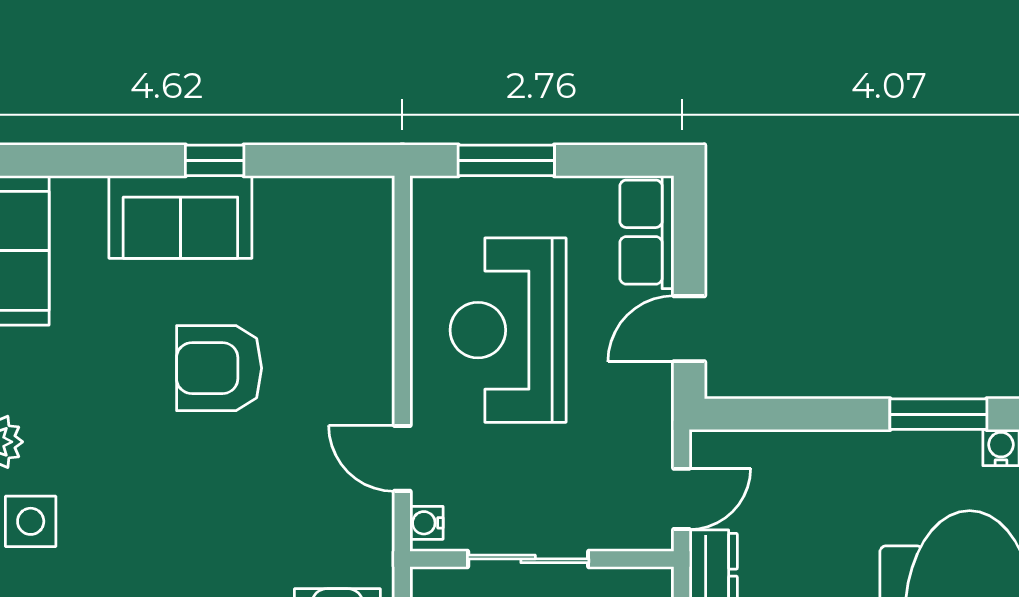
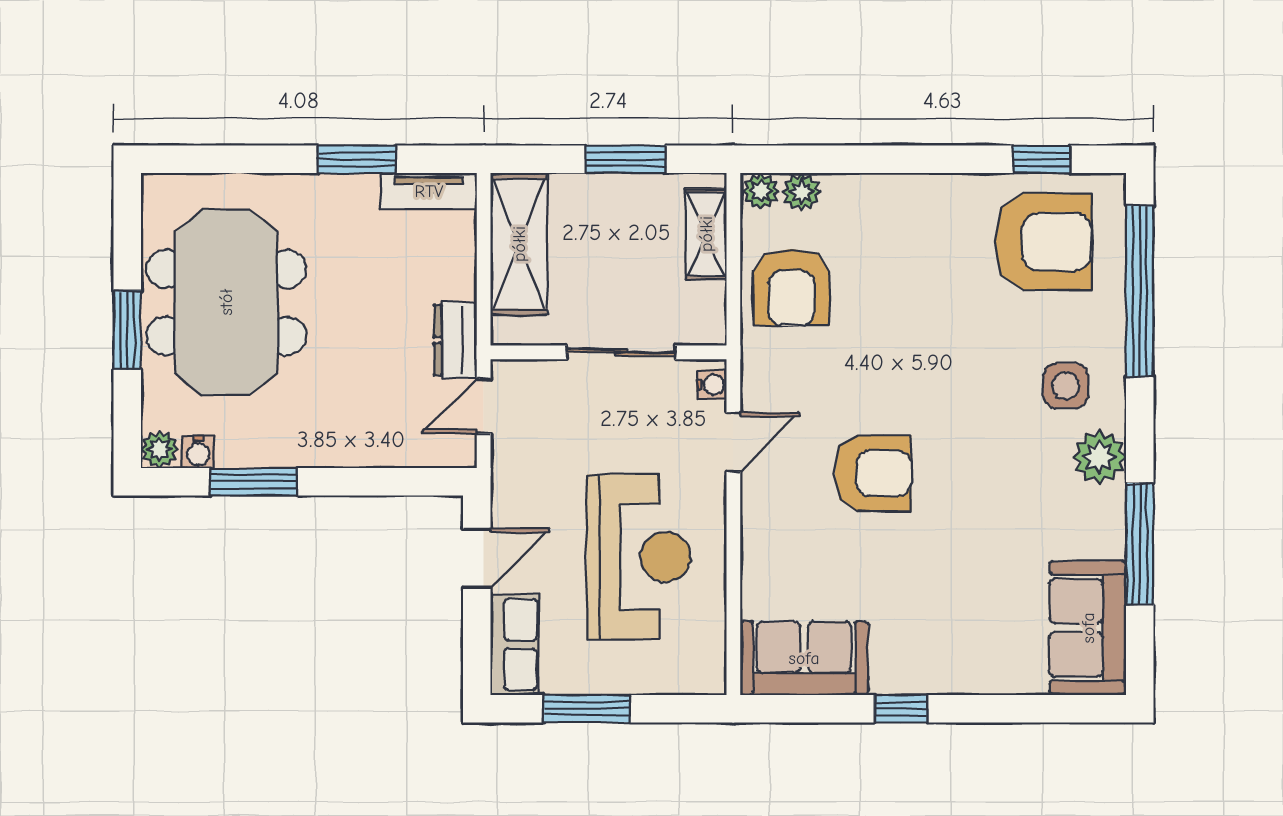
window: (506, 160) -> (587, 709), moved
sofa: (180, 217) -> (804, 658), moved
armchair: (219, 368) -> (873, 473), moved
door: (402, 458) -> (733, 442), hinge flipped

